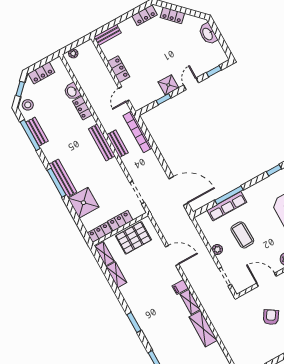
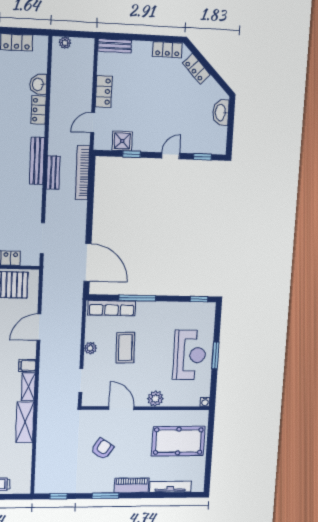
shower: (168, 85) -> (122, 141), moved
row of seats: (227, 206) -> (112, 308), moved
door: (172, 255) -> (39, 327), swing flipped

